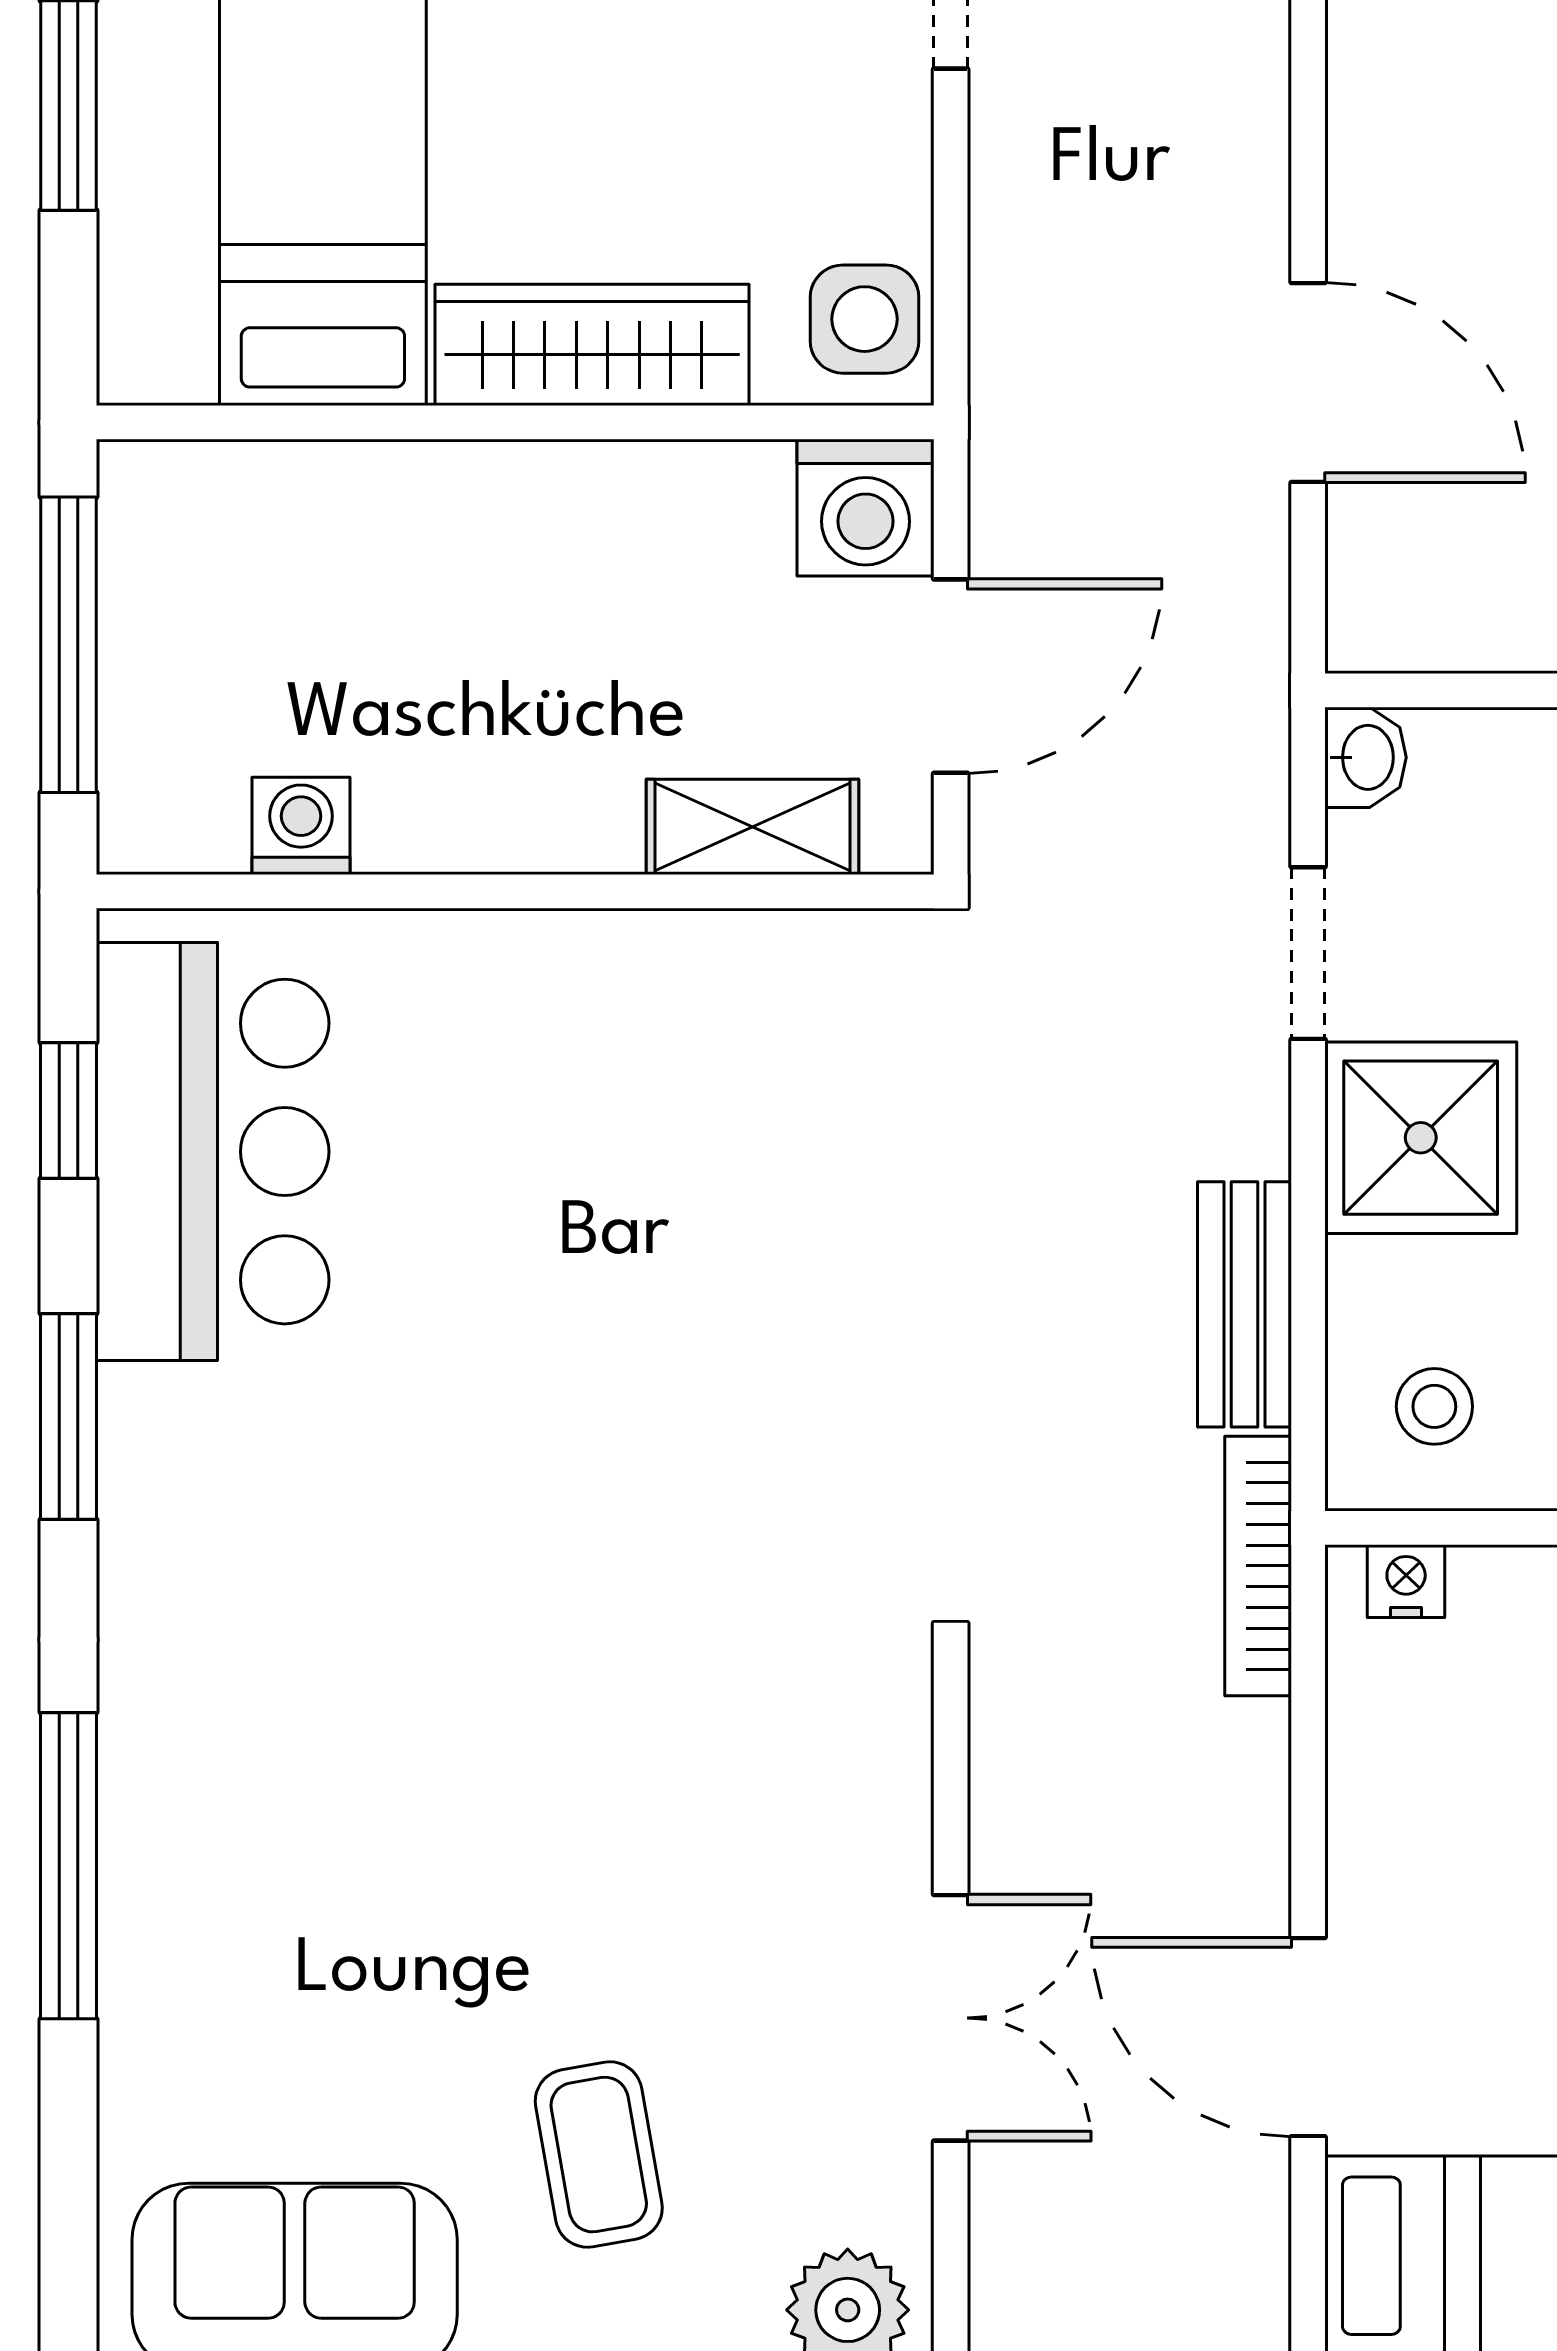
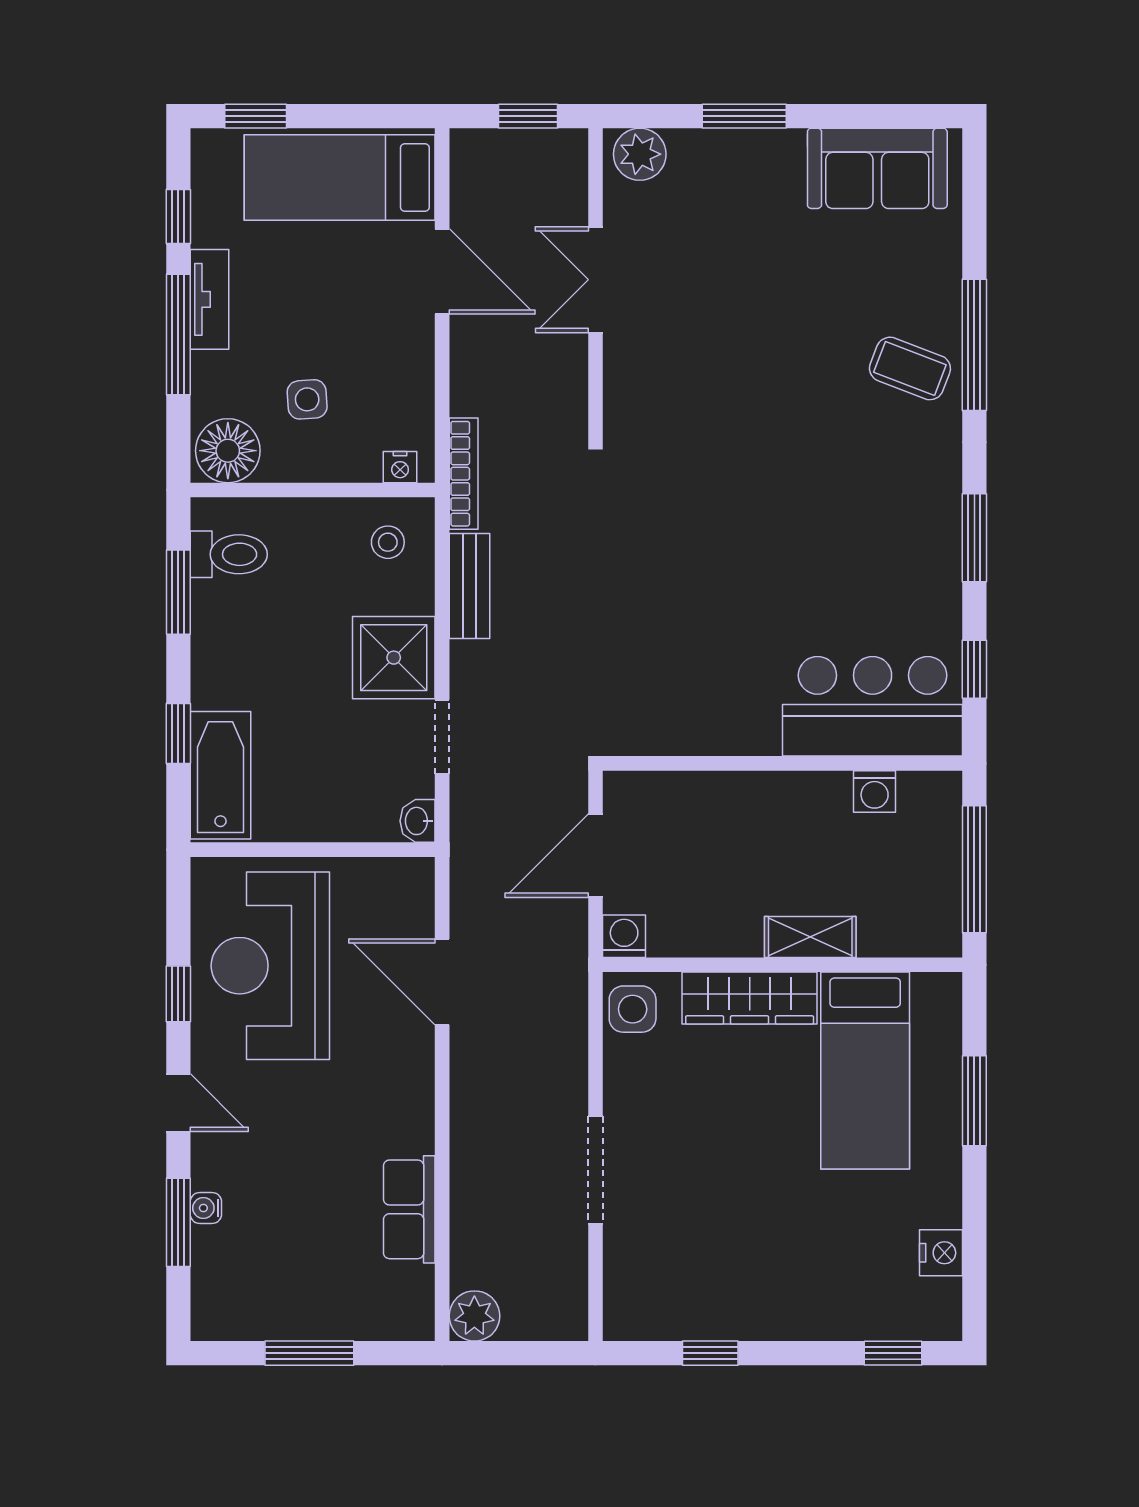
washing machine: (866, 508) -> (624, 936), width x0.73, depth x0.73
shelving: (753, 827) -> (810, 937), moved
bar counter: (213, 1152) -> (873, 706), moved, turned 90
coffee table: (599, 2155) -> (910, 368), moved, turned -59

